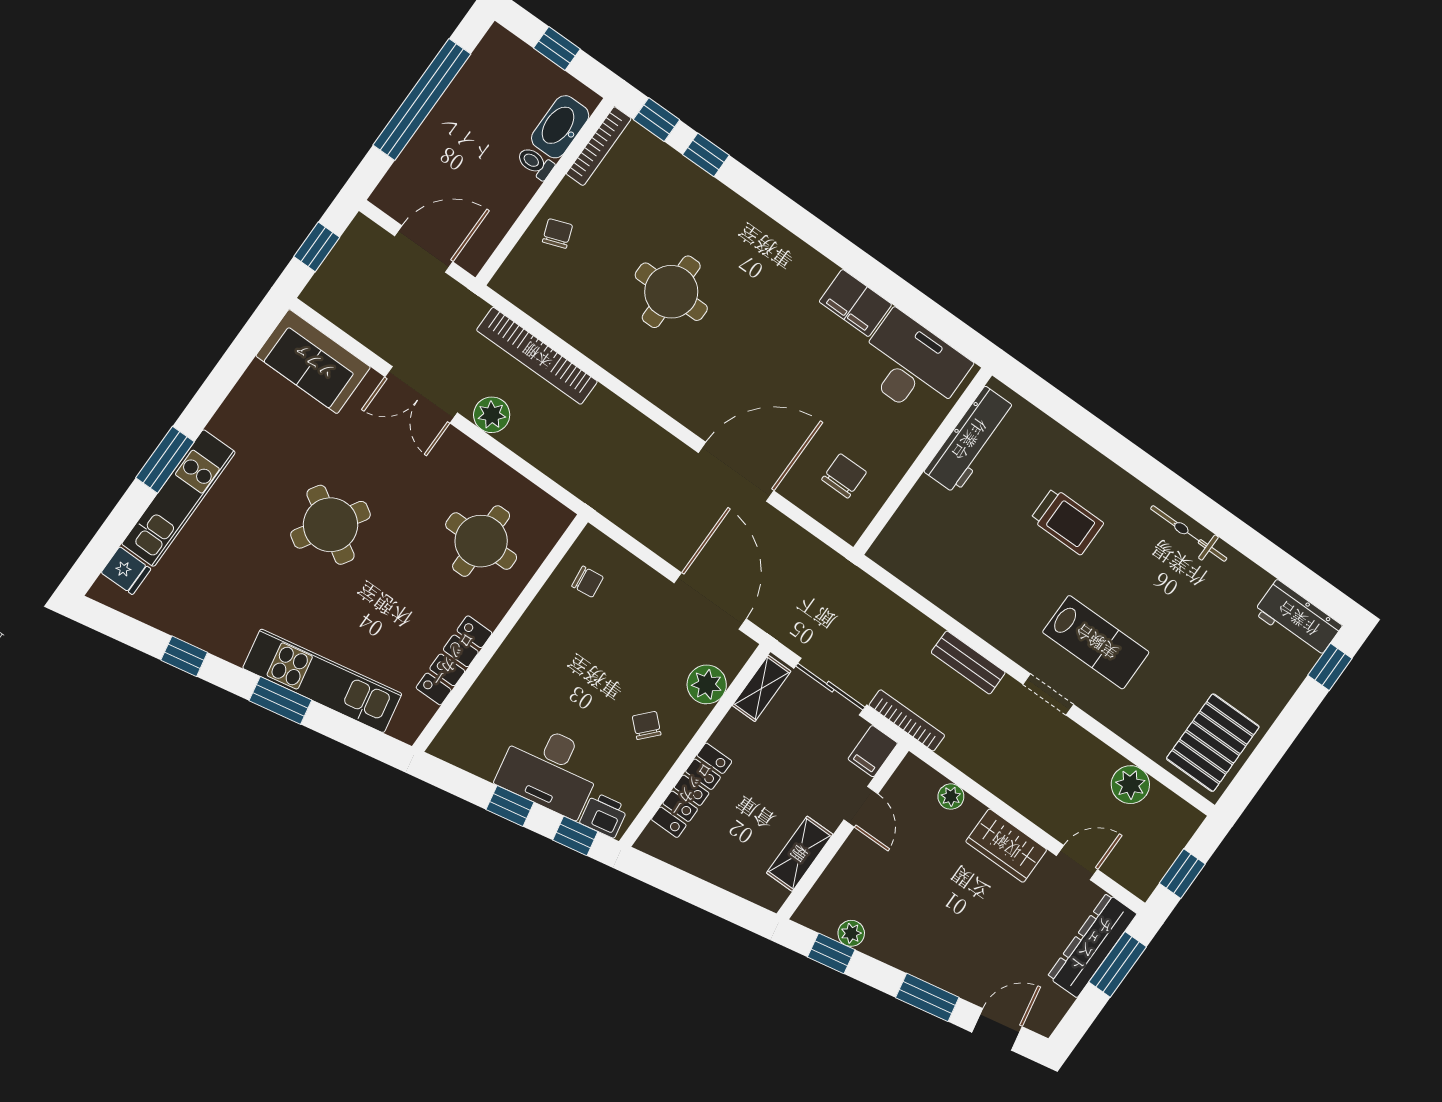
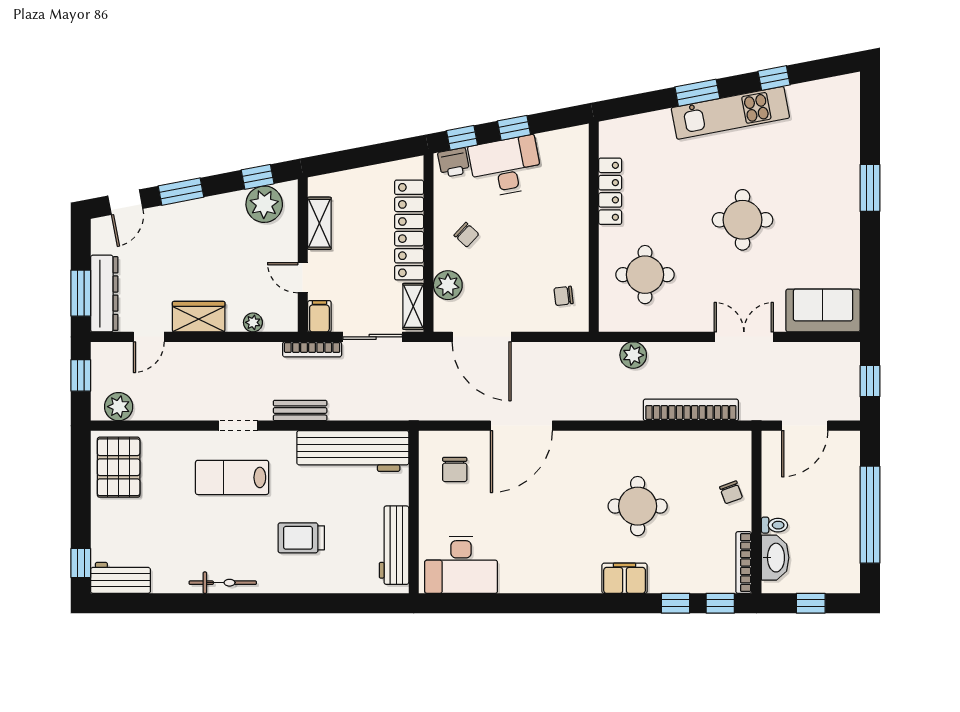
filing cabinet: (855, 303) -> (625, 578), moved
plant: (492, 415) -> (633, 355), moved
kitchen unit: (178, 498) -> (845, 171), removed
round table: (330, 525) -> (743, 220), turned -31
fridge: (126, 571) -> (846, 104), removed
workbench: (942, 576) -> (353, 451), added
kitchen unit: (322, 681) -> (730, 113), moved
plant: (1130, 785) -> (119, 407), moved
locker: (692, 790) -> (409, 230), width x1.41, depth x1.21
plant: (851, 933) -> (264, 204), width x1.88, depth x1.88

